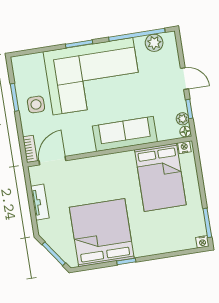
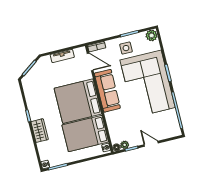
plant: (154, 43) -> (152, 35), moved
door: (184, 79) -> (151, 144), swing flipped
sofa: (125, 134) -> (107, 91), moved
bed: (102, 233) -> (78, 101), moved, turned 180
wardrobe: (150, 246) -> (40, 131), added

